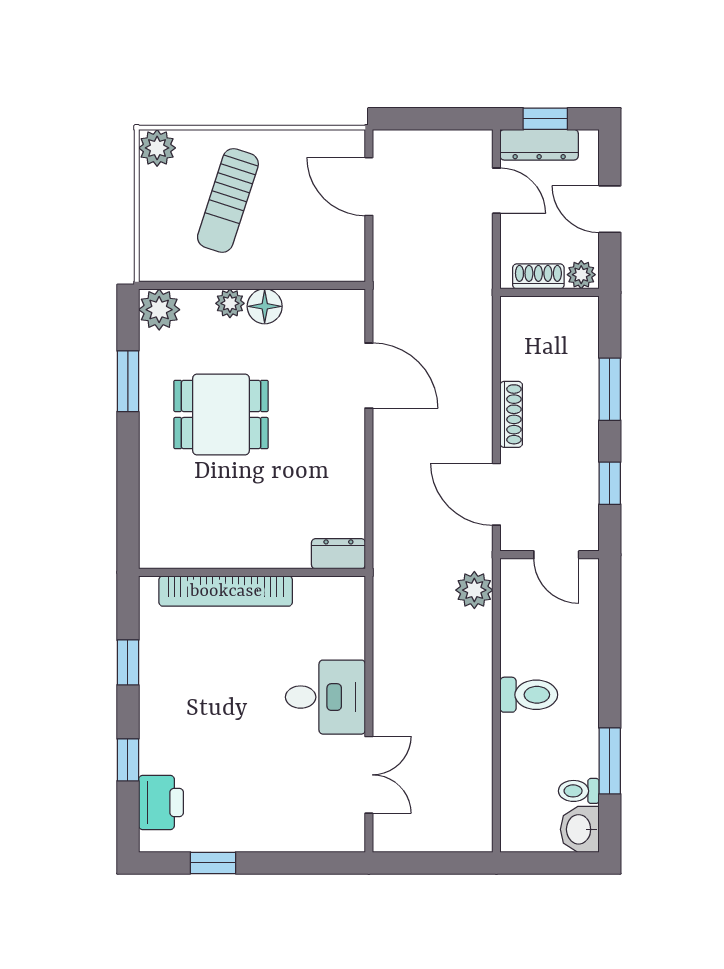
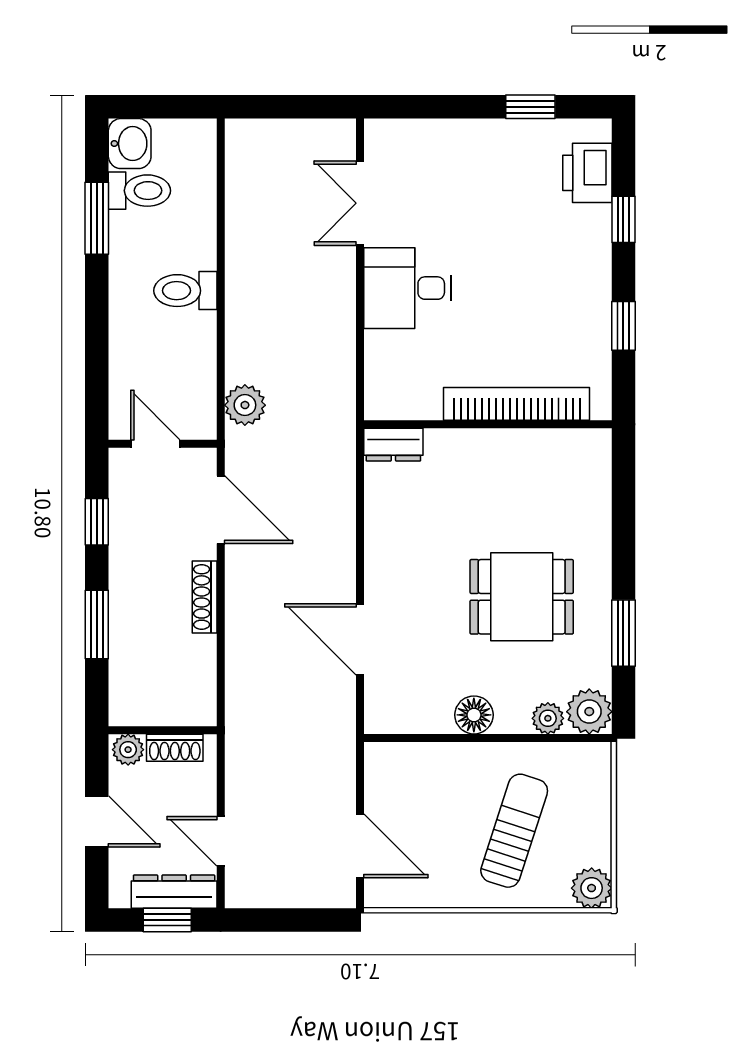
plant: (230, 303) -> (548, 718), moved
toilet: (579, 791) -> (139, 191), width x1.37, depth x1.39

